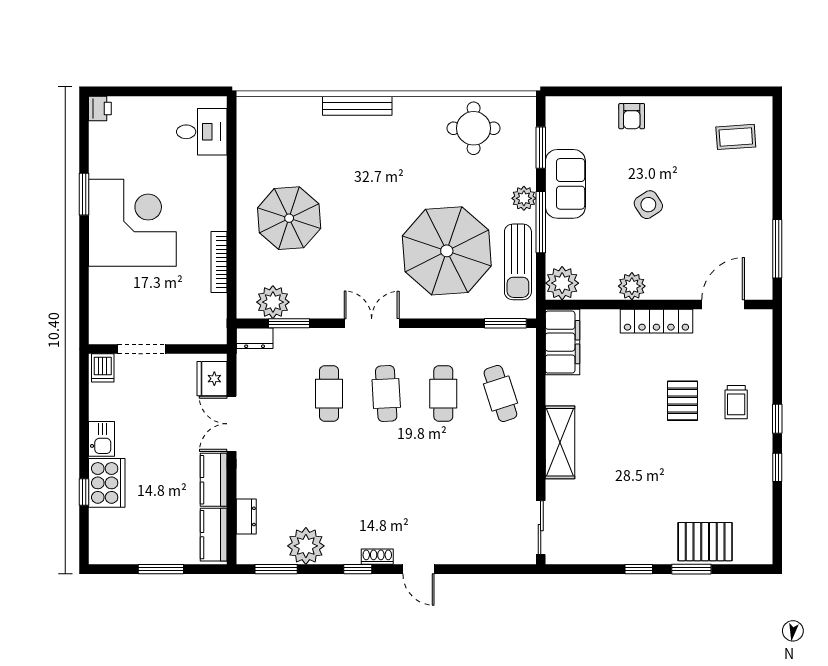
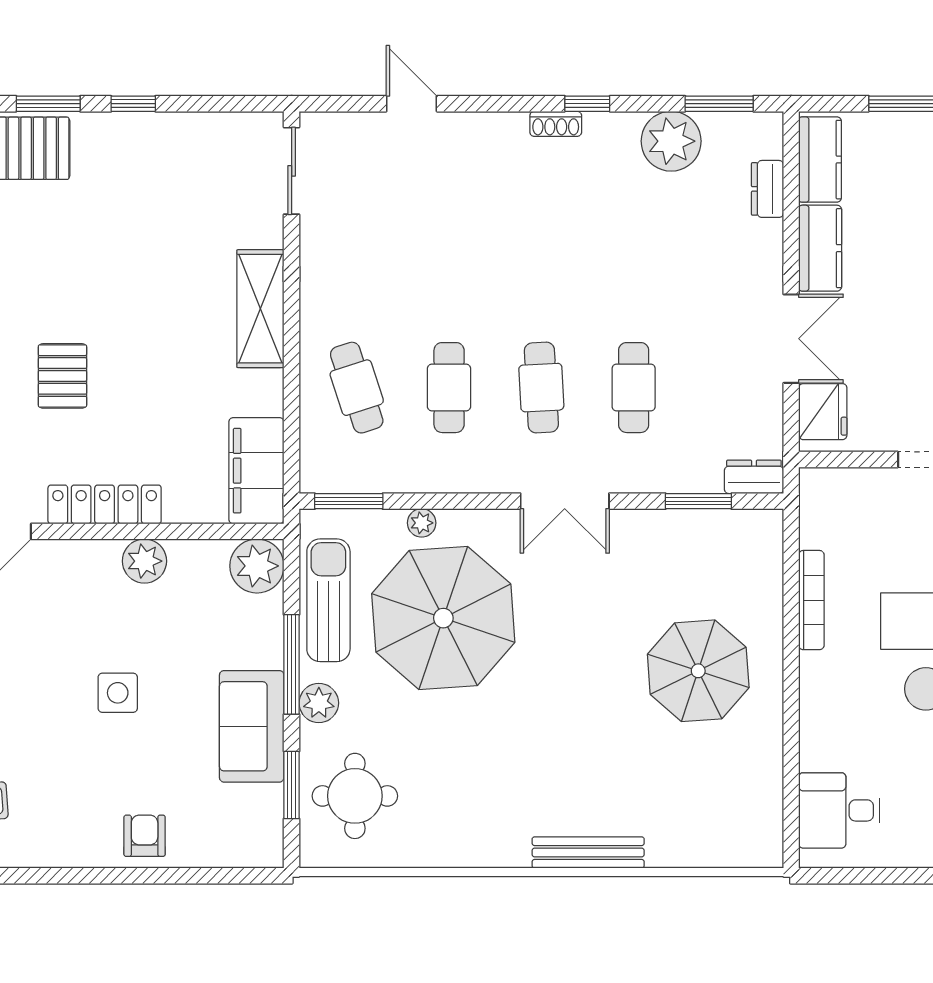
round table: (474, 128) -> (355, 796), moved
side table: (648, 205) -> (118, 693), turned 33
plant: (273, 302) -> (422, 523), moved, width x0.53, depth x0.53
door: (419, 569) -> (412, 104), moved

